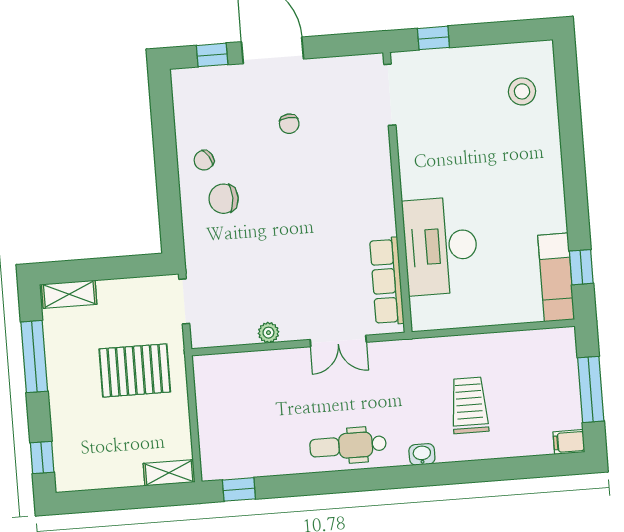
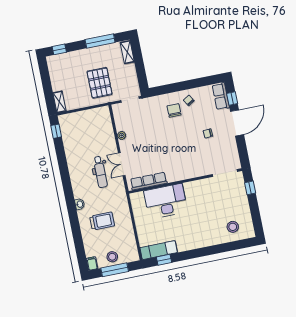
row of seats: (203, 82) -> (221, 96), added
stool: (559, 391) -> (112, 257), added
dental chair: (348, 446) -> (100, 172), moved, turned 180

